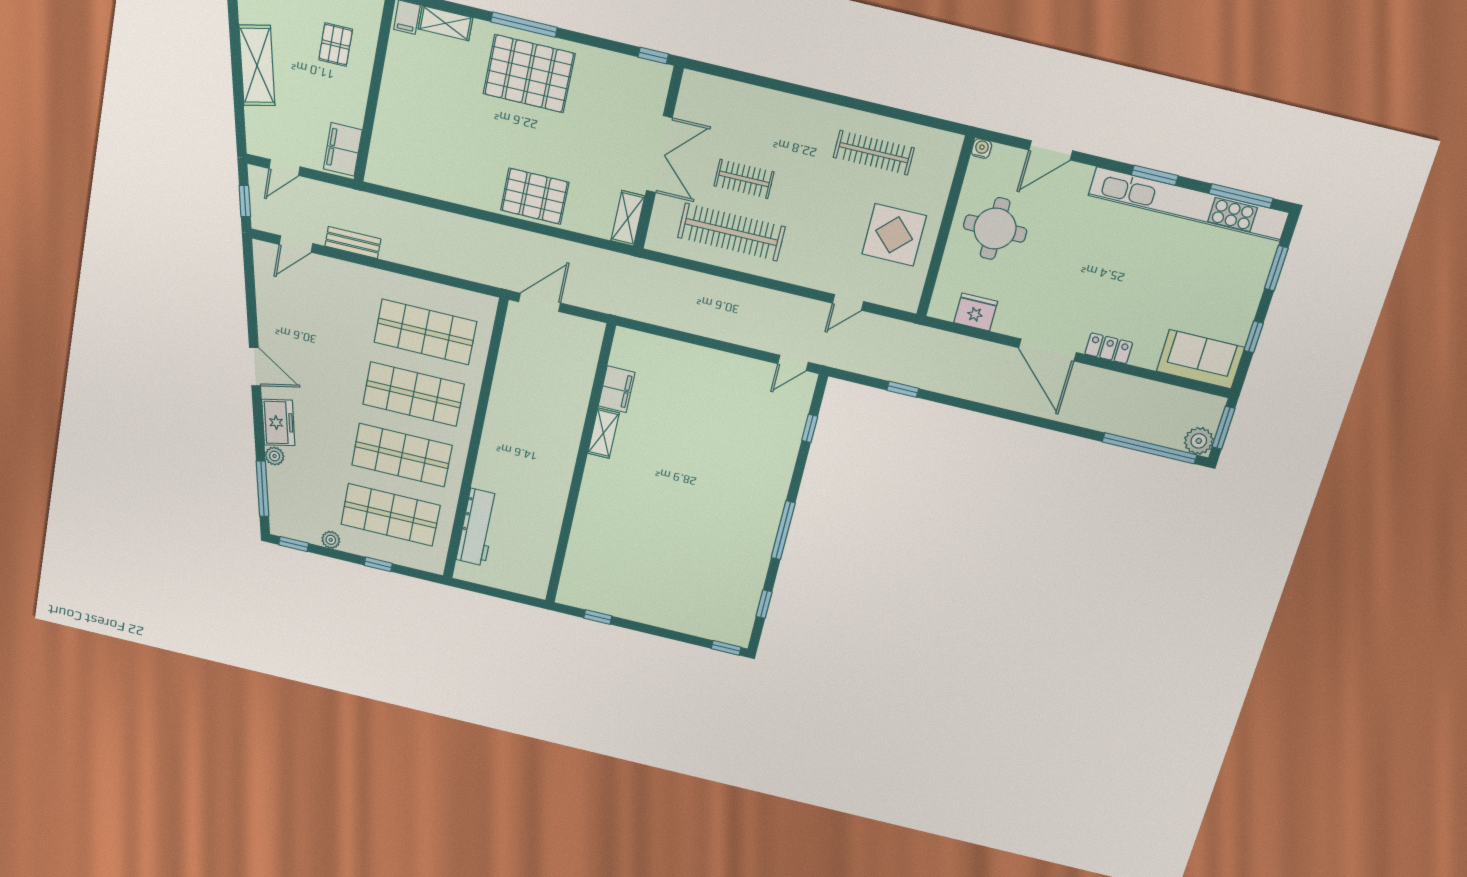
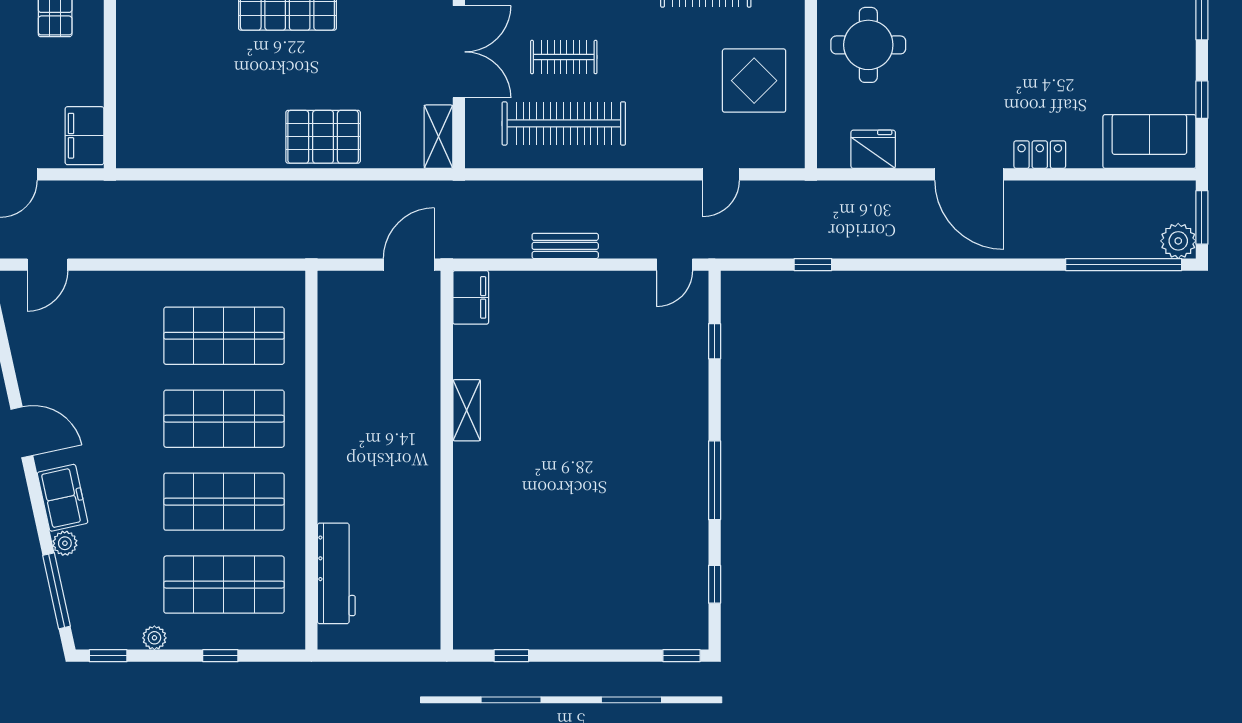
bench: (353, 243) -> (565, 246), moved
door: (540, 302) -> (409, 265), moved
filing cabinet: (617, 389) -> (471, 297), moved

